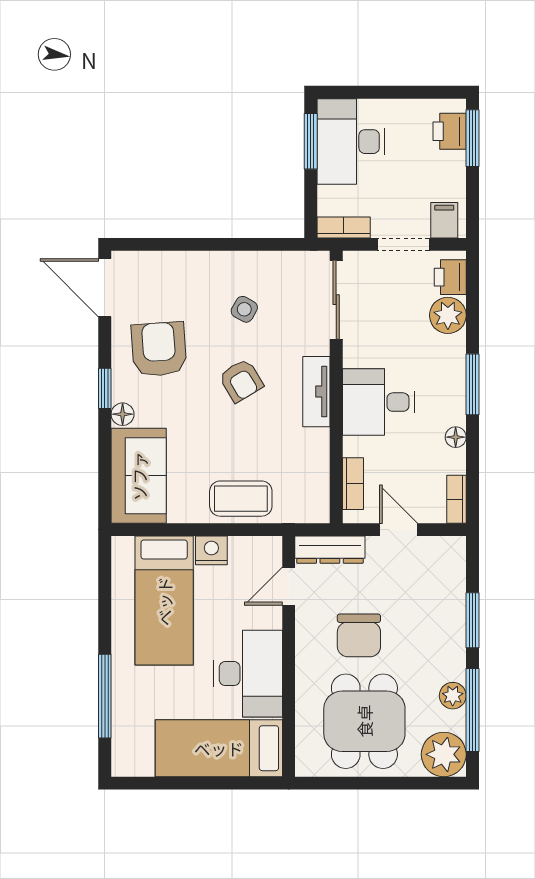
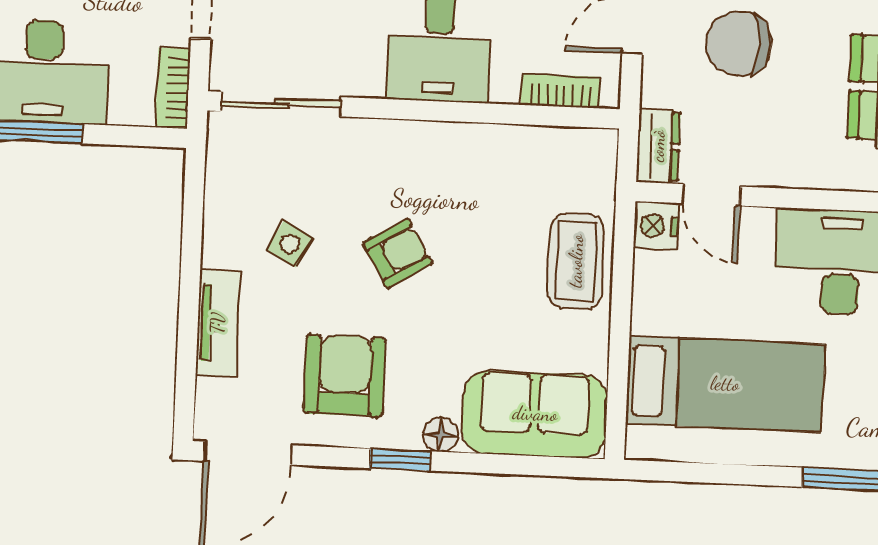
armchair: (159, 349) -> (345, 375), turned 94
tv unit: (316, 392) -> (218, 323), moved, turned -90
nightstand: (211, 550) -> (656, 226), moved
dresser: (330, 550) -> (658, 146), width x0.70
chair: (359, 635) -> (739, 43), moved, turned 180

